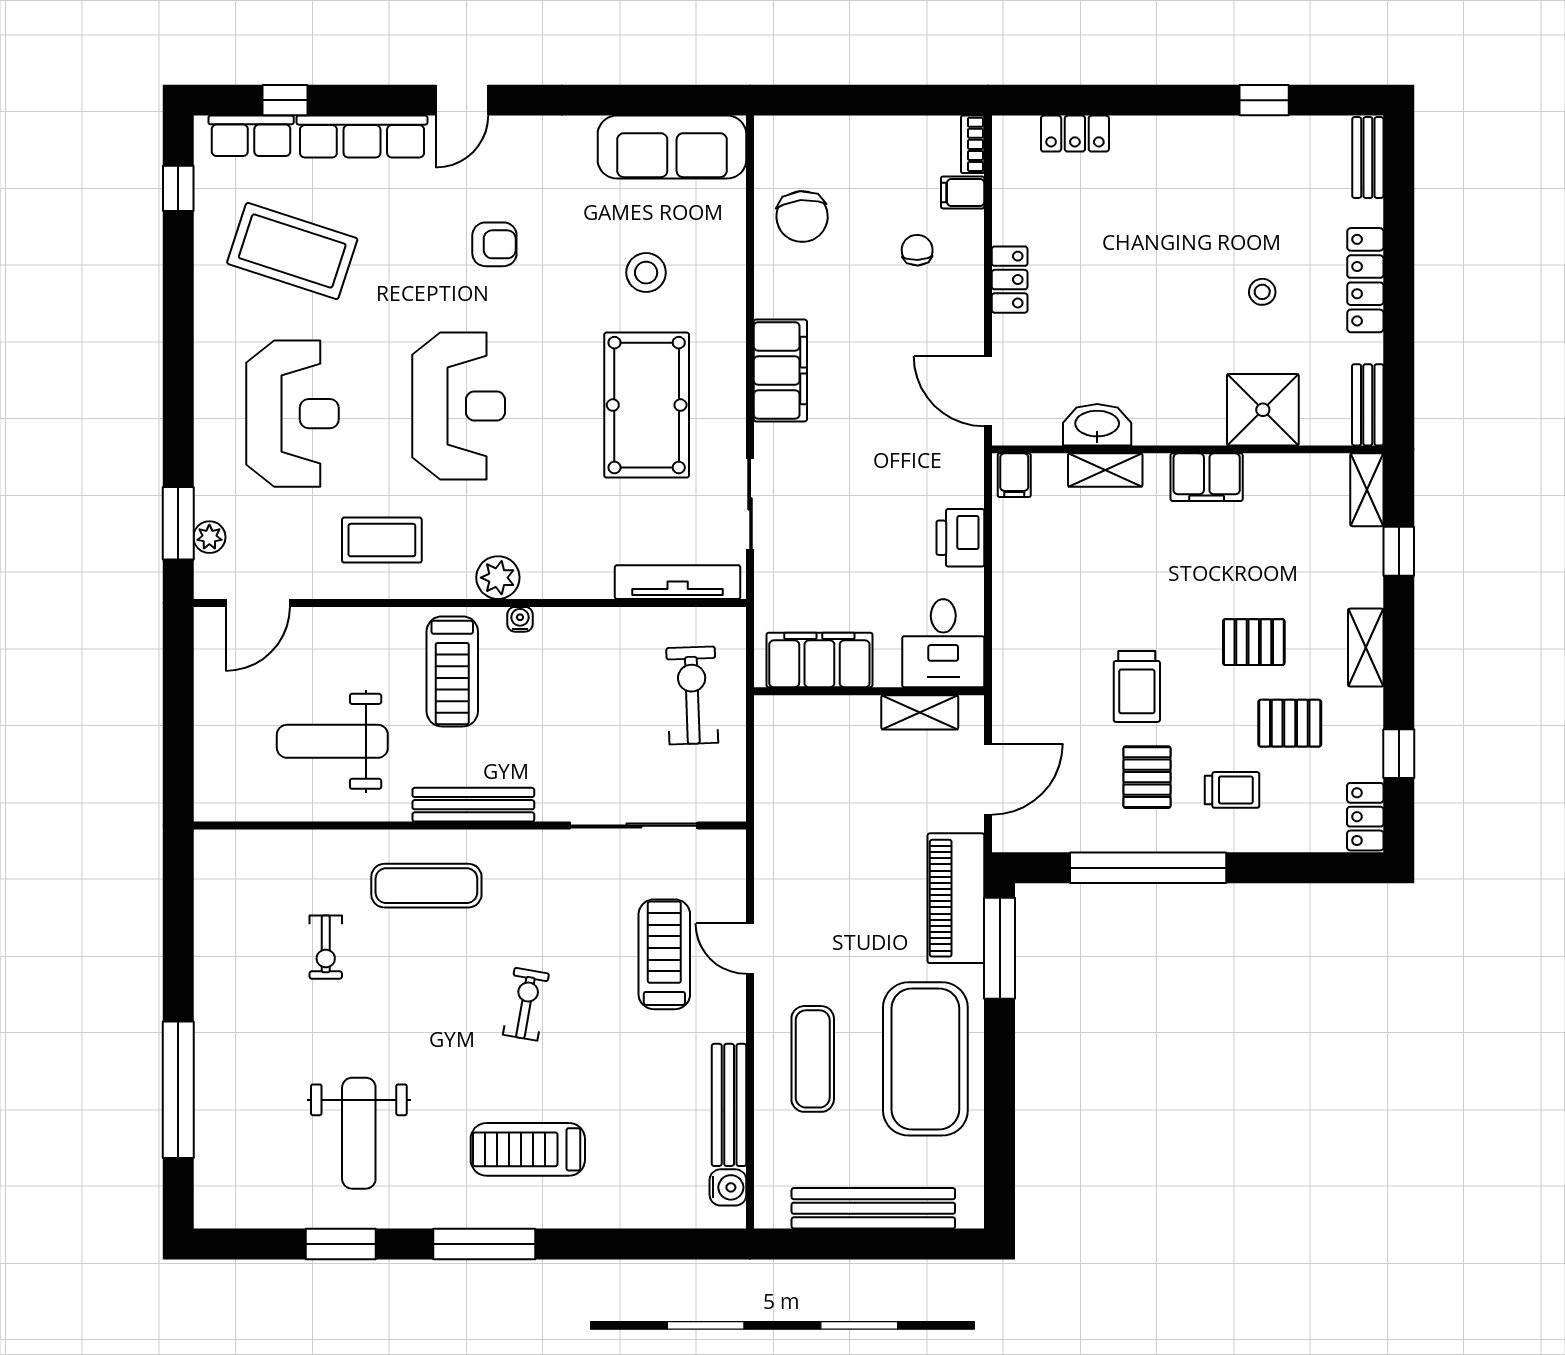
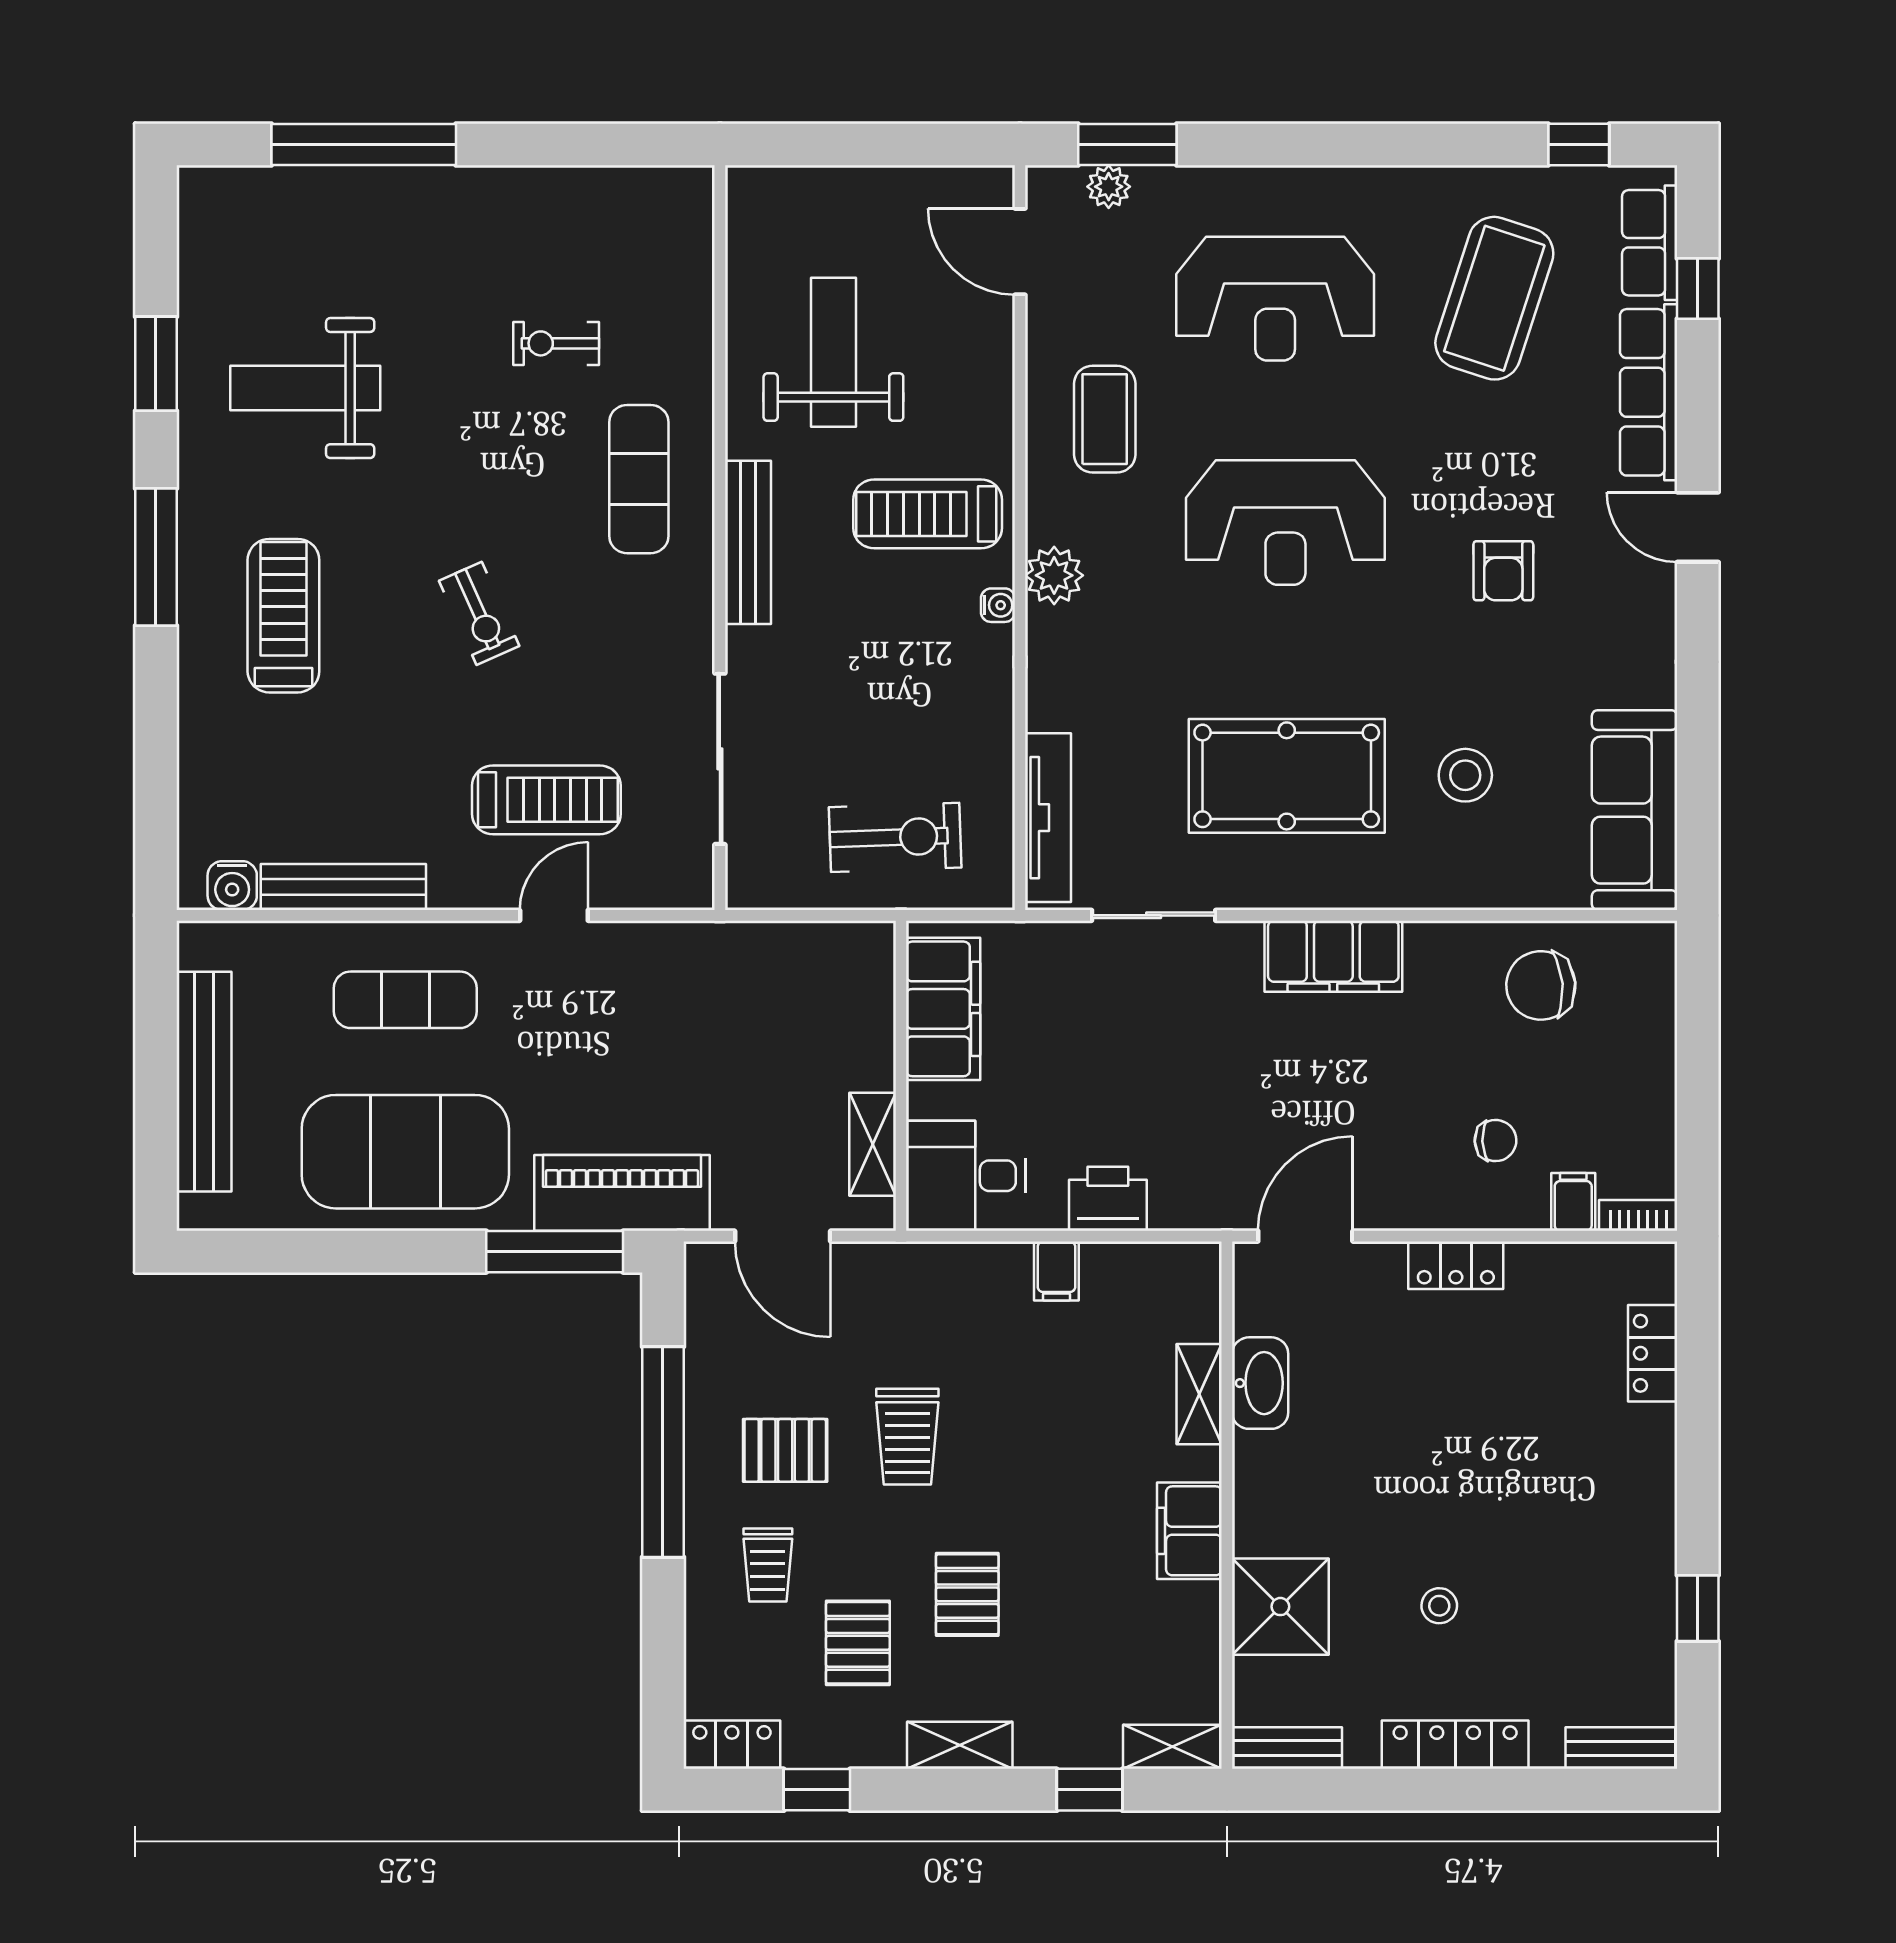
filing cabinet: (1014, 475) -> (1056, 1271), moved, turned -90
trolley: (1137, 686) -> (907, 1437), turned -90
exercise bike: (526, 1004) -> (479, 613), turned 56

